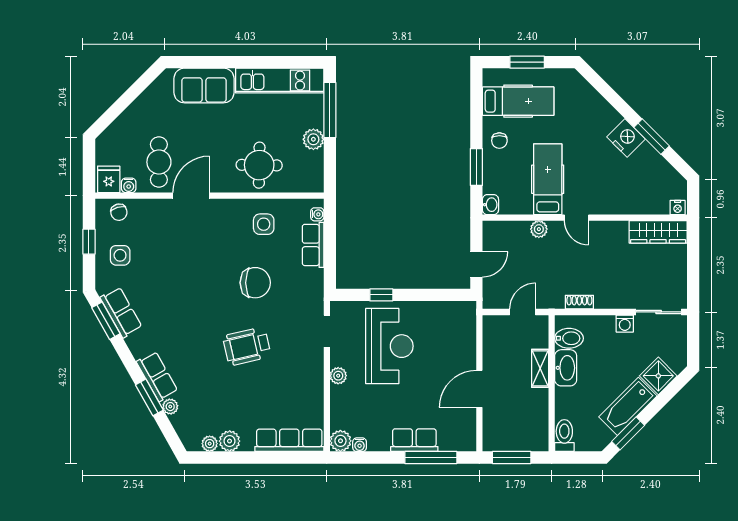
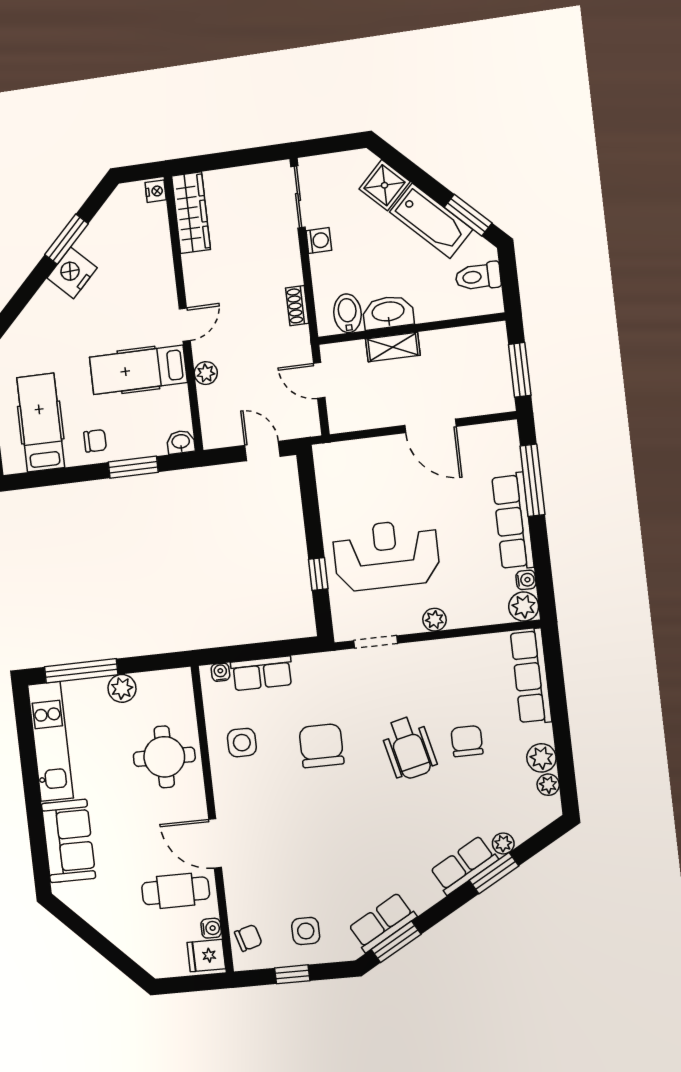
chair: (247, 389) -> (467, 741), added
toilet: (564, 436) -> (478, 276), moved
row of seats: (414, 440) -> (513, 521), width x1.48

